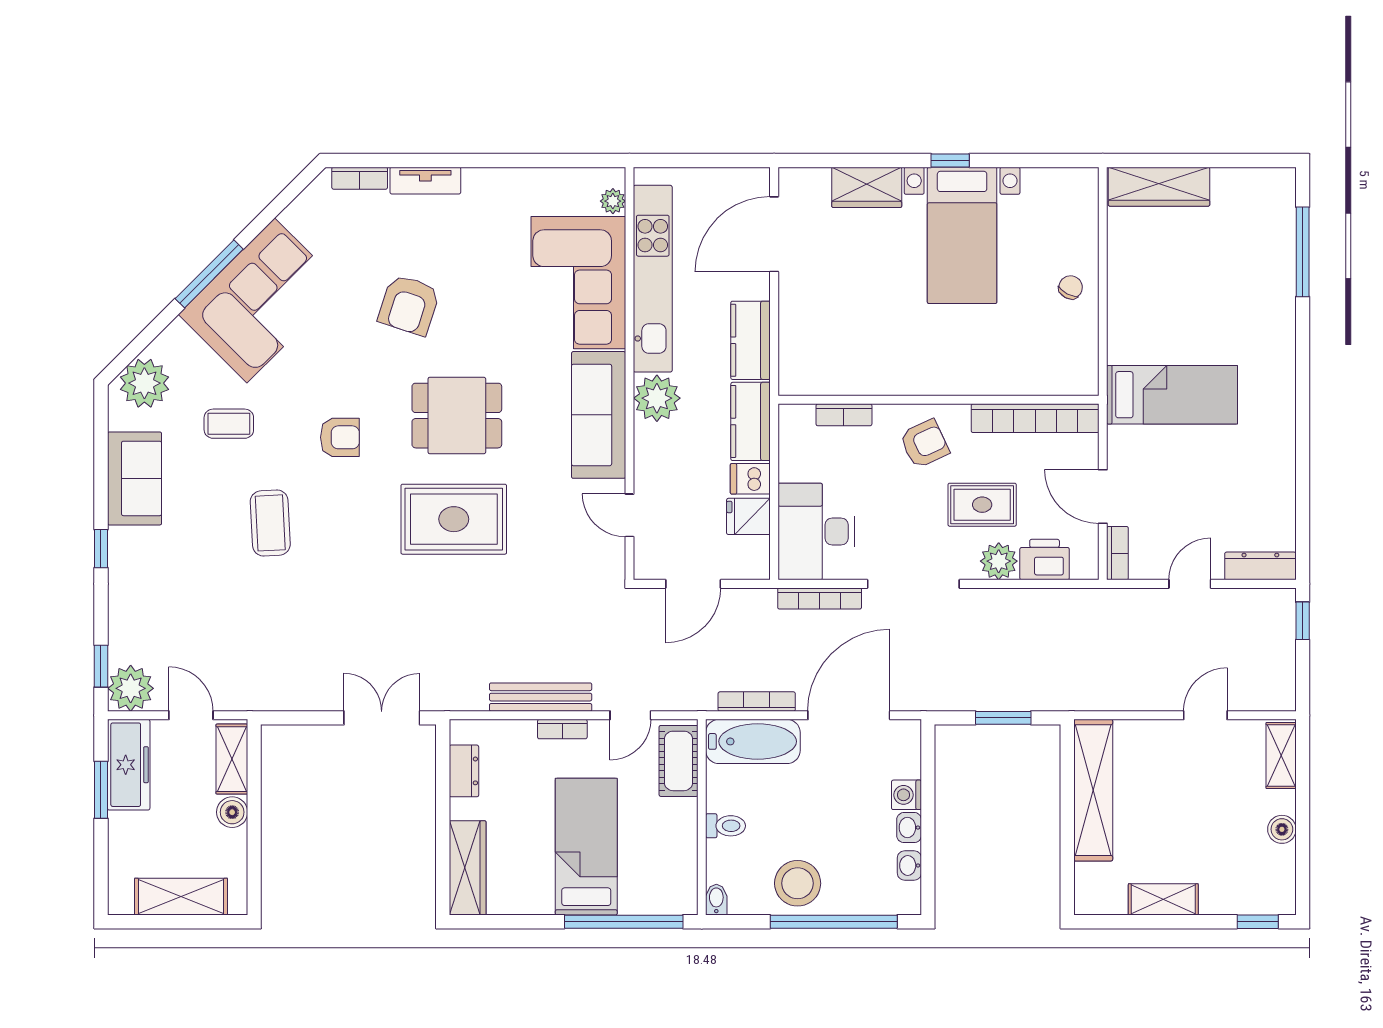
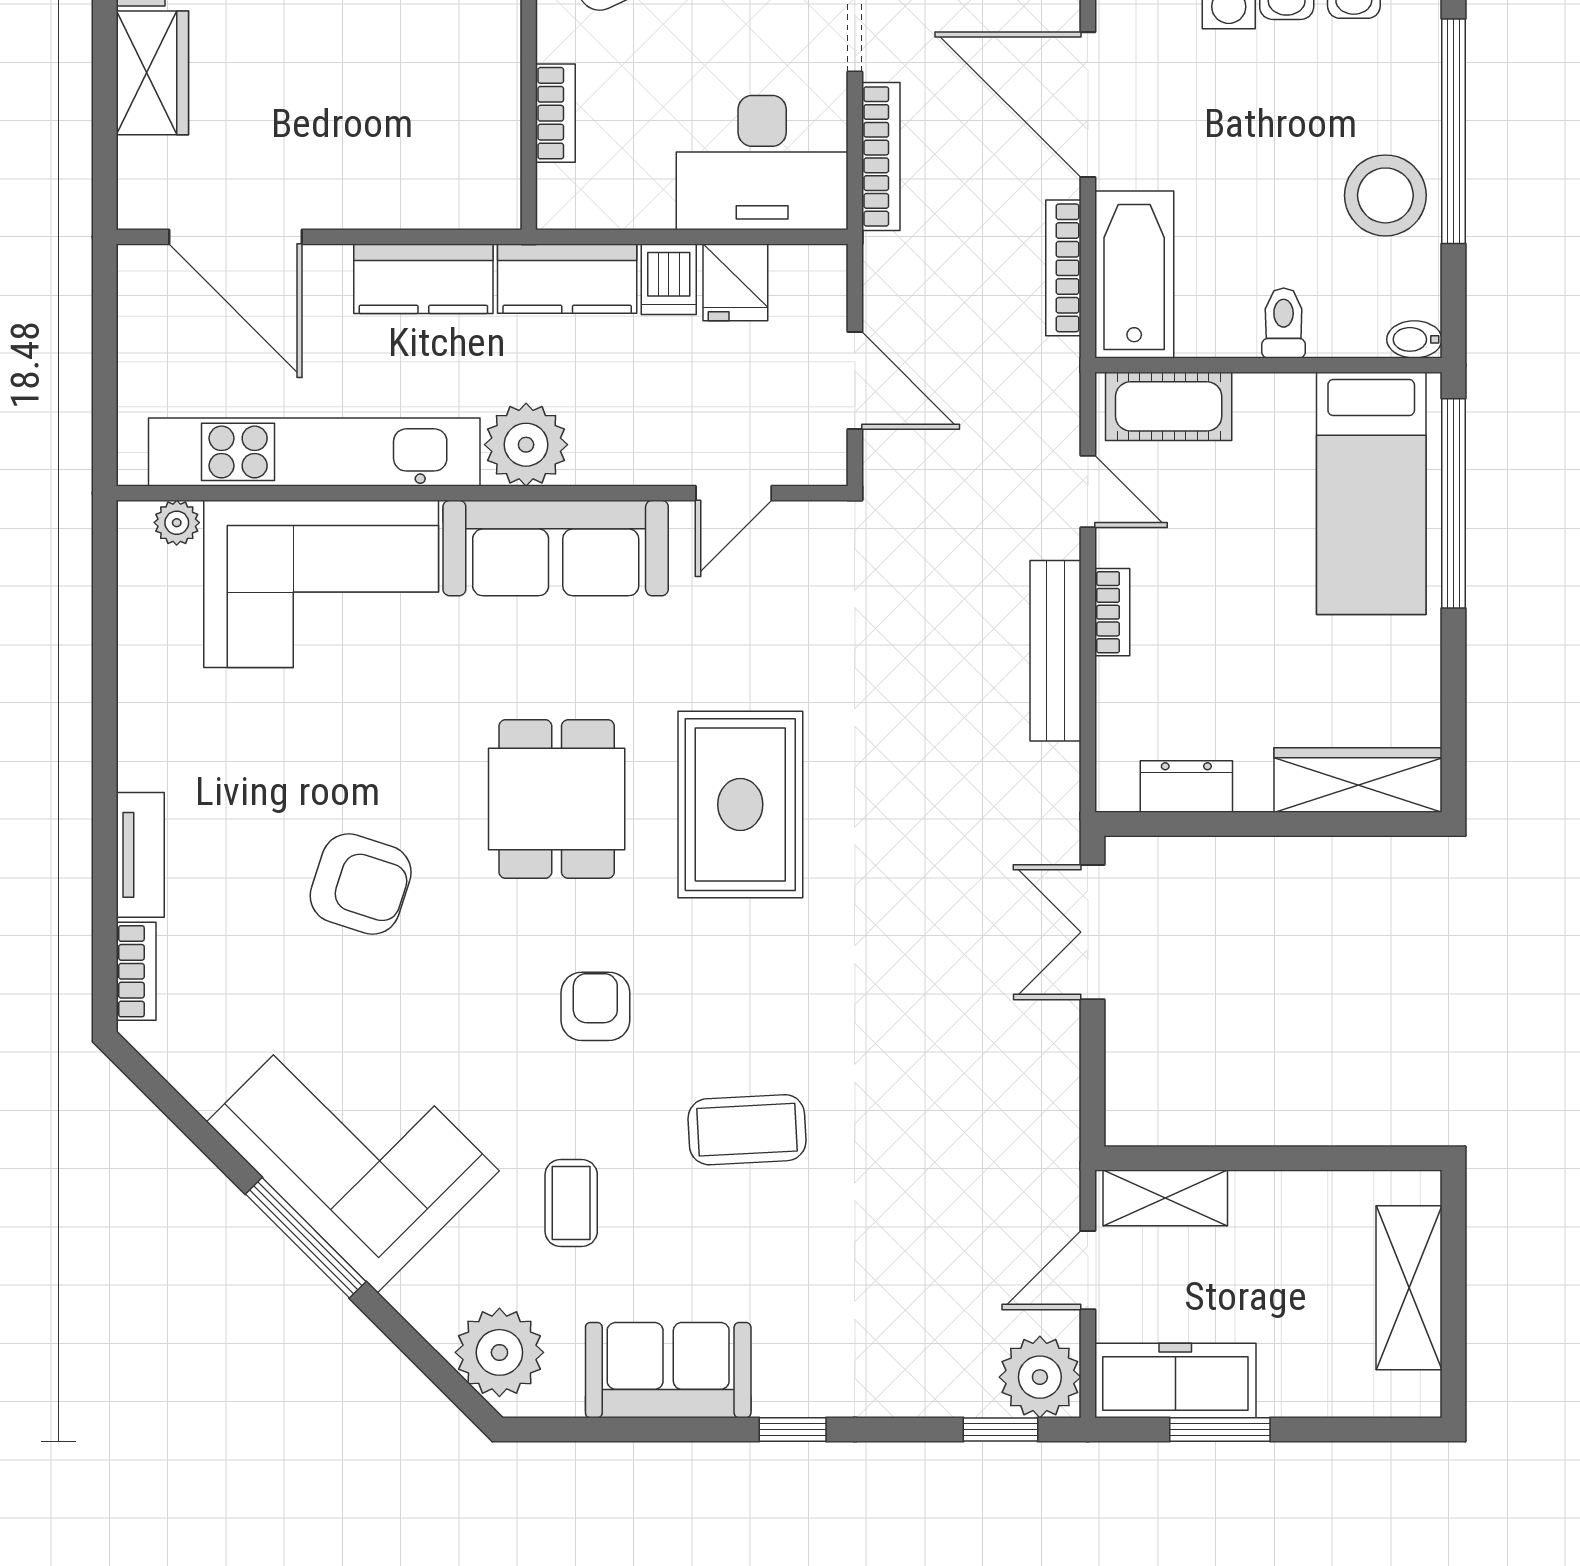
boiler: (232, 812) -> (1259, 1197), removed
bed: (586, 847) -> (1371, 493), moved, turned -90

